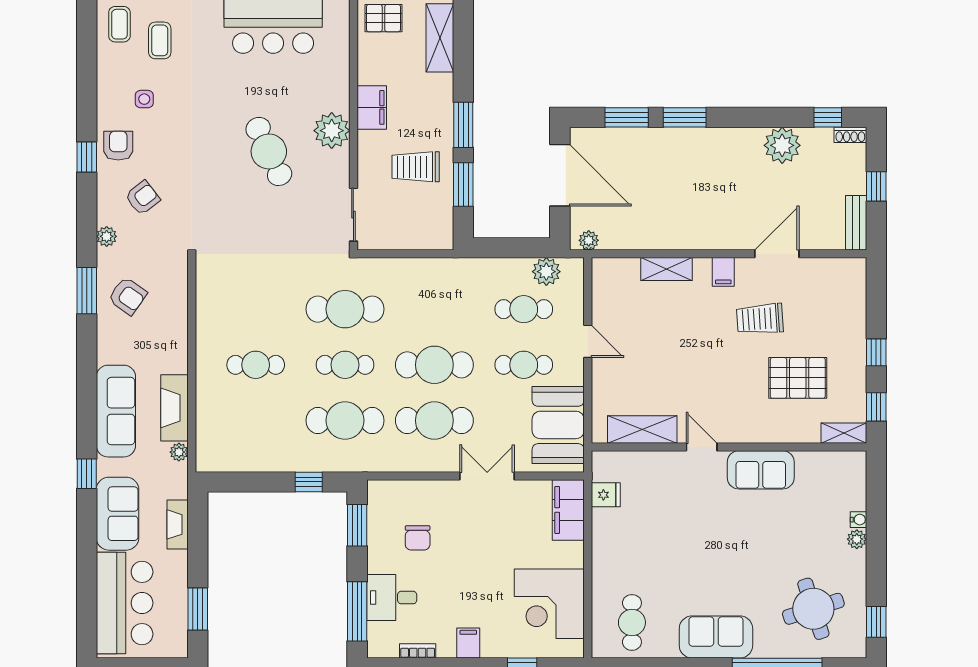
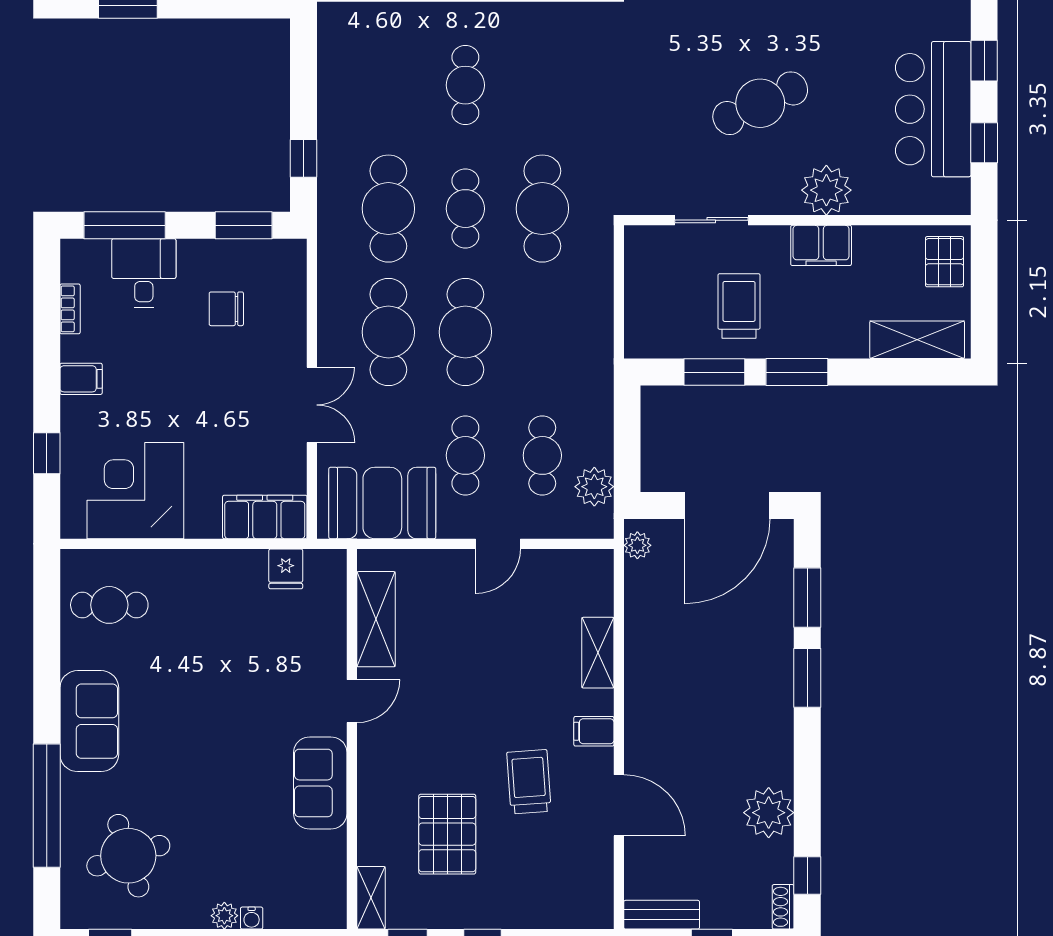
plant: (332, 131) -> (826, 190), moved
sliding door: (353, 215) -> (711, 220), moved

